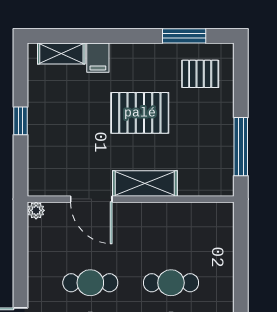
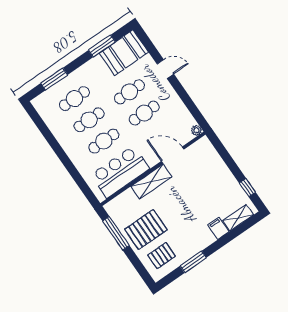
window: (184, 36) -> (193, 262), moved
pallet: (140, 113) -> (146, 230), moved
window: (20, 121) -> (247, 188), moved
bar counter: (178, 226) -> (120, 172), added

